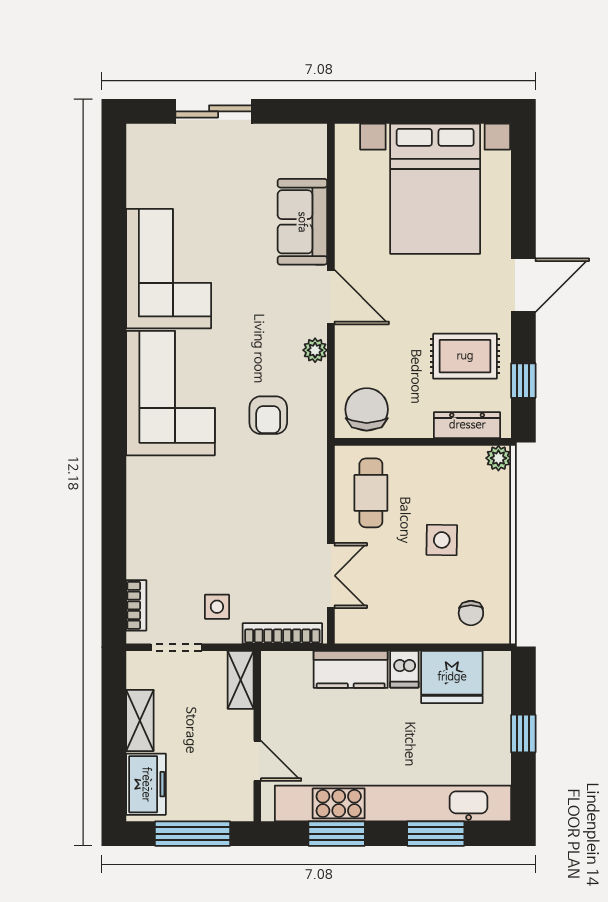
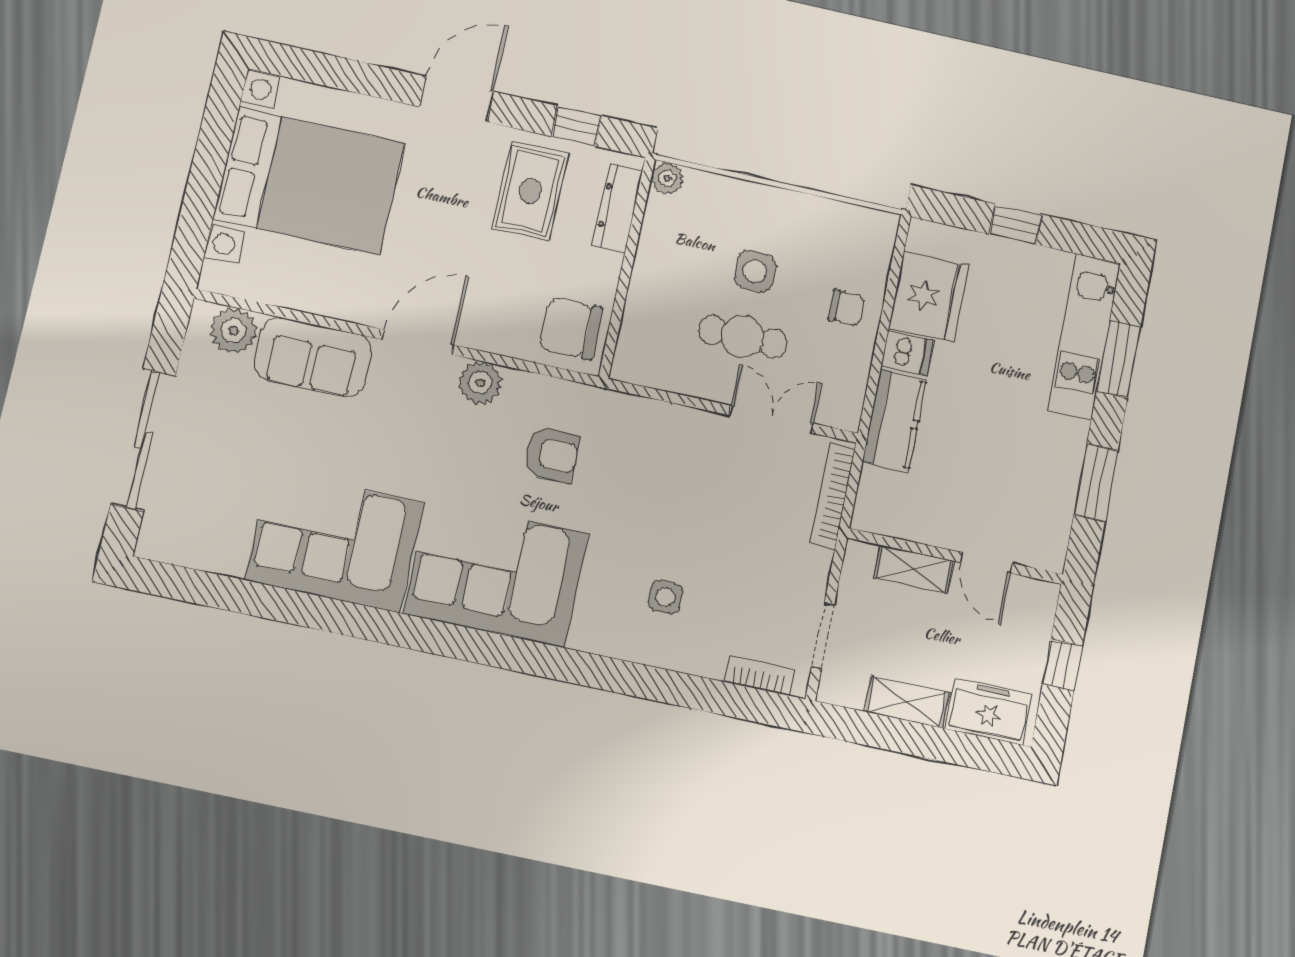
sliding door: (214, 111) -> (143, 440), width x1.37
plant: (309, 159) -> (233, 331), added
door: (523, 285) -> (456, 99), hinge flipped
plant: (315, 350) -> (480, 383), width x1.38, depth x1.38
cafe table: (371, 493) -> (743, 336), moved
side table: (217, 607) -> (665, 597), moved
chair: (471, 613) -> (846, 308), moved
shelving: (241, 680) -> (914, 569), moved
door: (257, 761) -> (986, 563), swing flipped
kitchen unit: (393, 803) -> (1084, 336), width x0.54
window: (193, 834) -> (1062, 665), width x0.46

